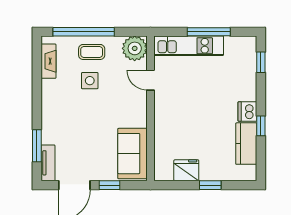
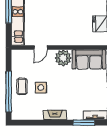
plant: (135, 48) -> (63, 58), moved
fireplace: (48, 61) -> (55, 115), moved

